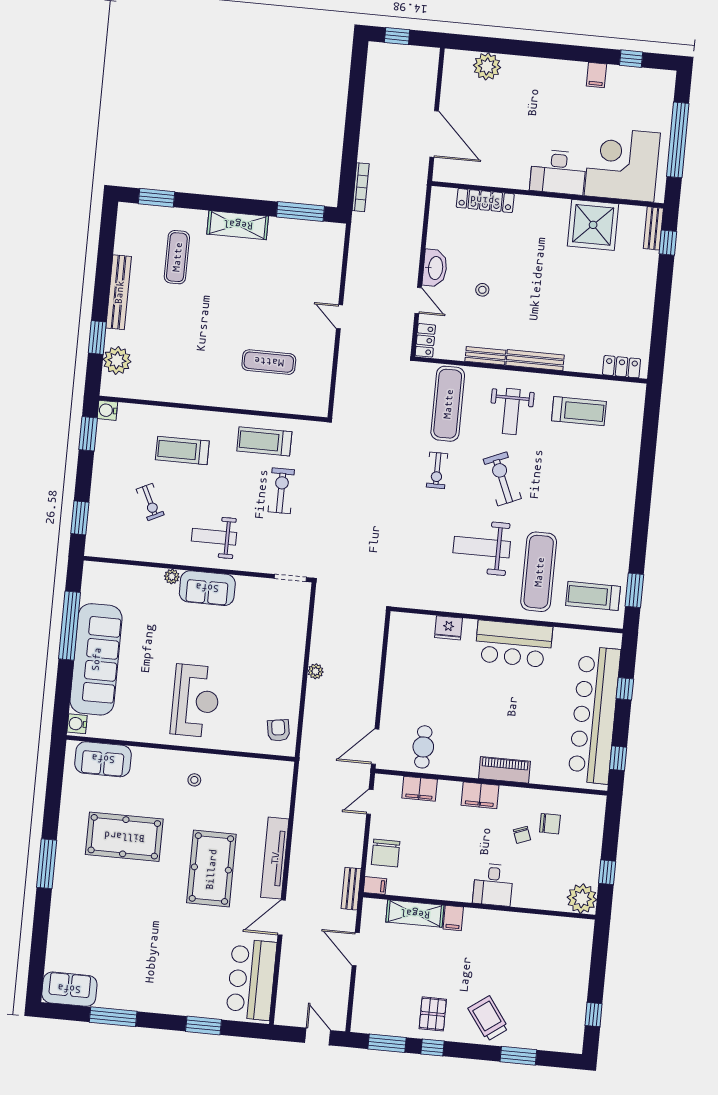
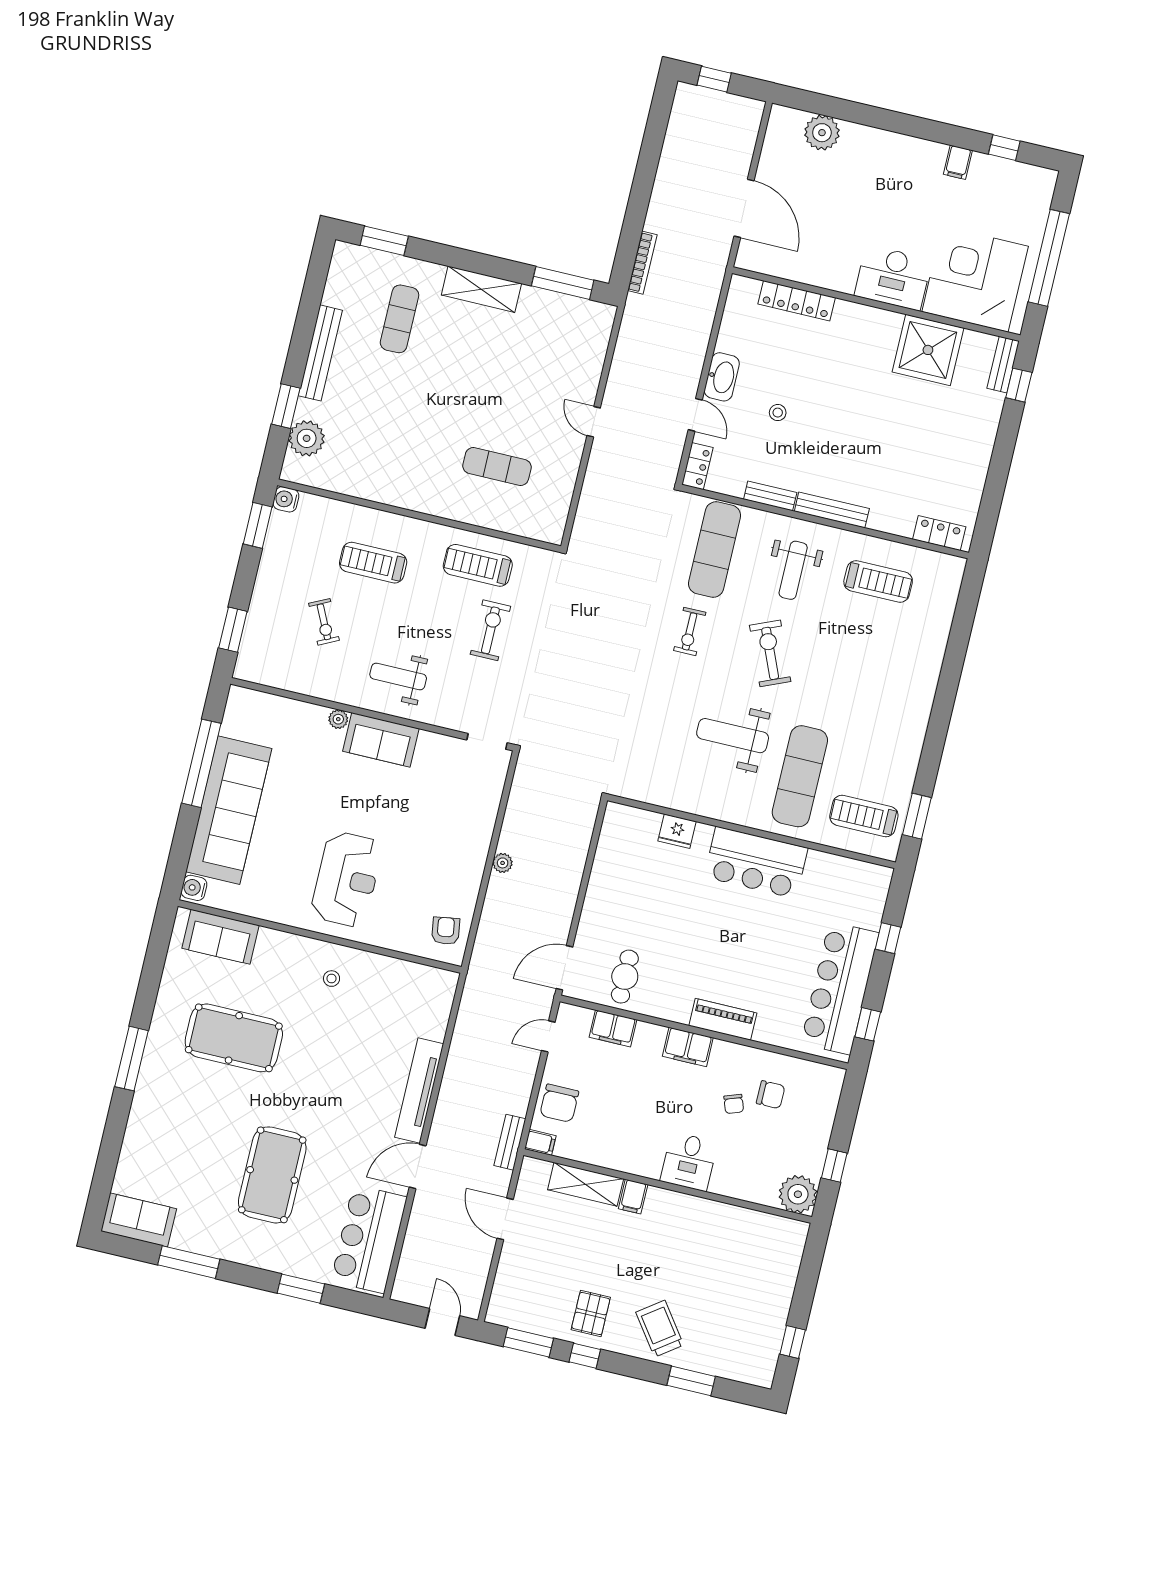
bar counter: (594, 715) -> (840, 988), width x0.73
pool table: (211, 869) -> (272, 1175), moved

